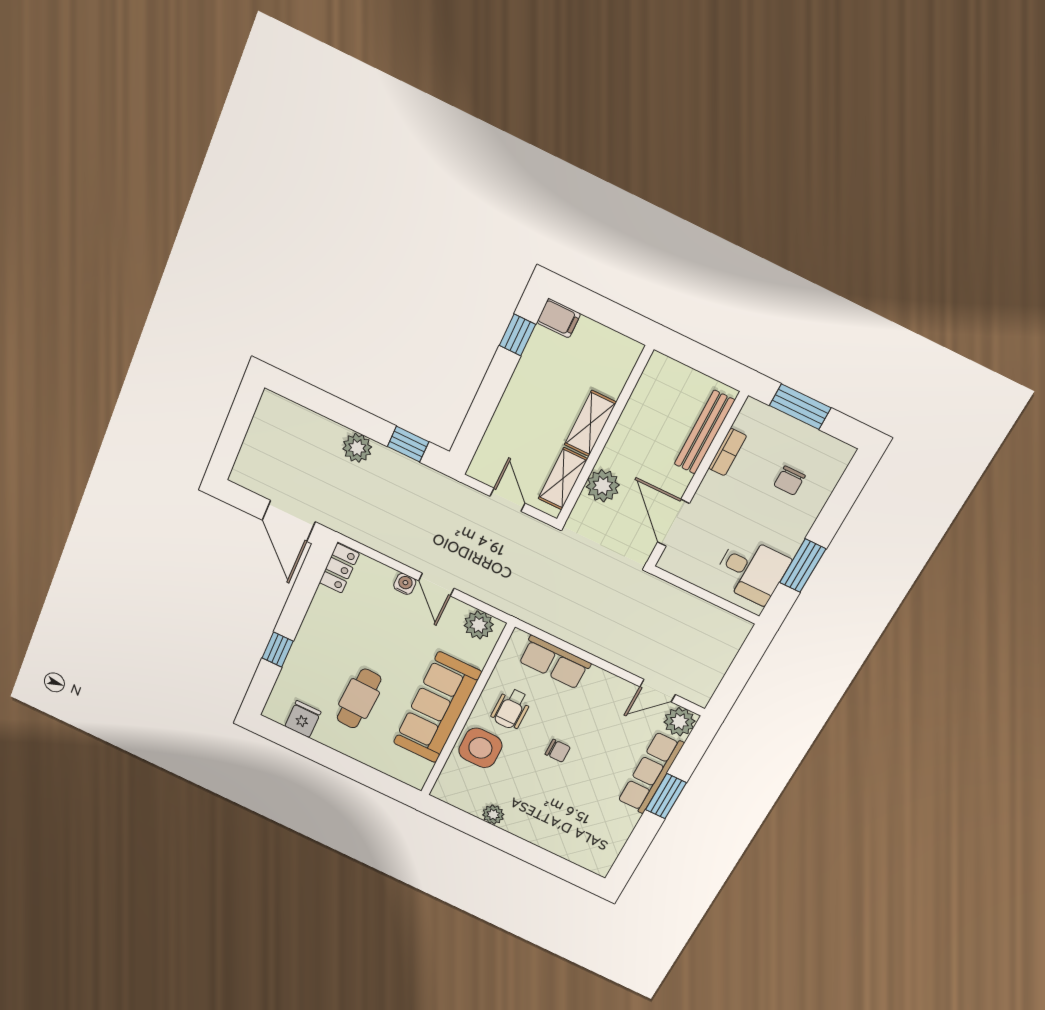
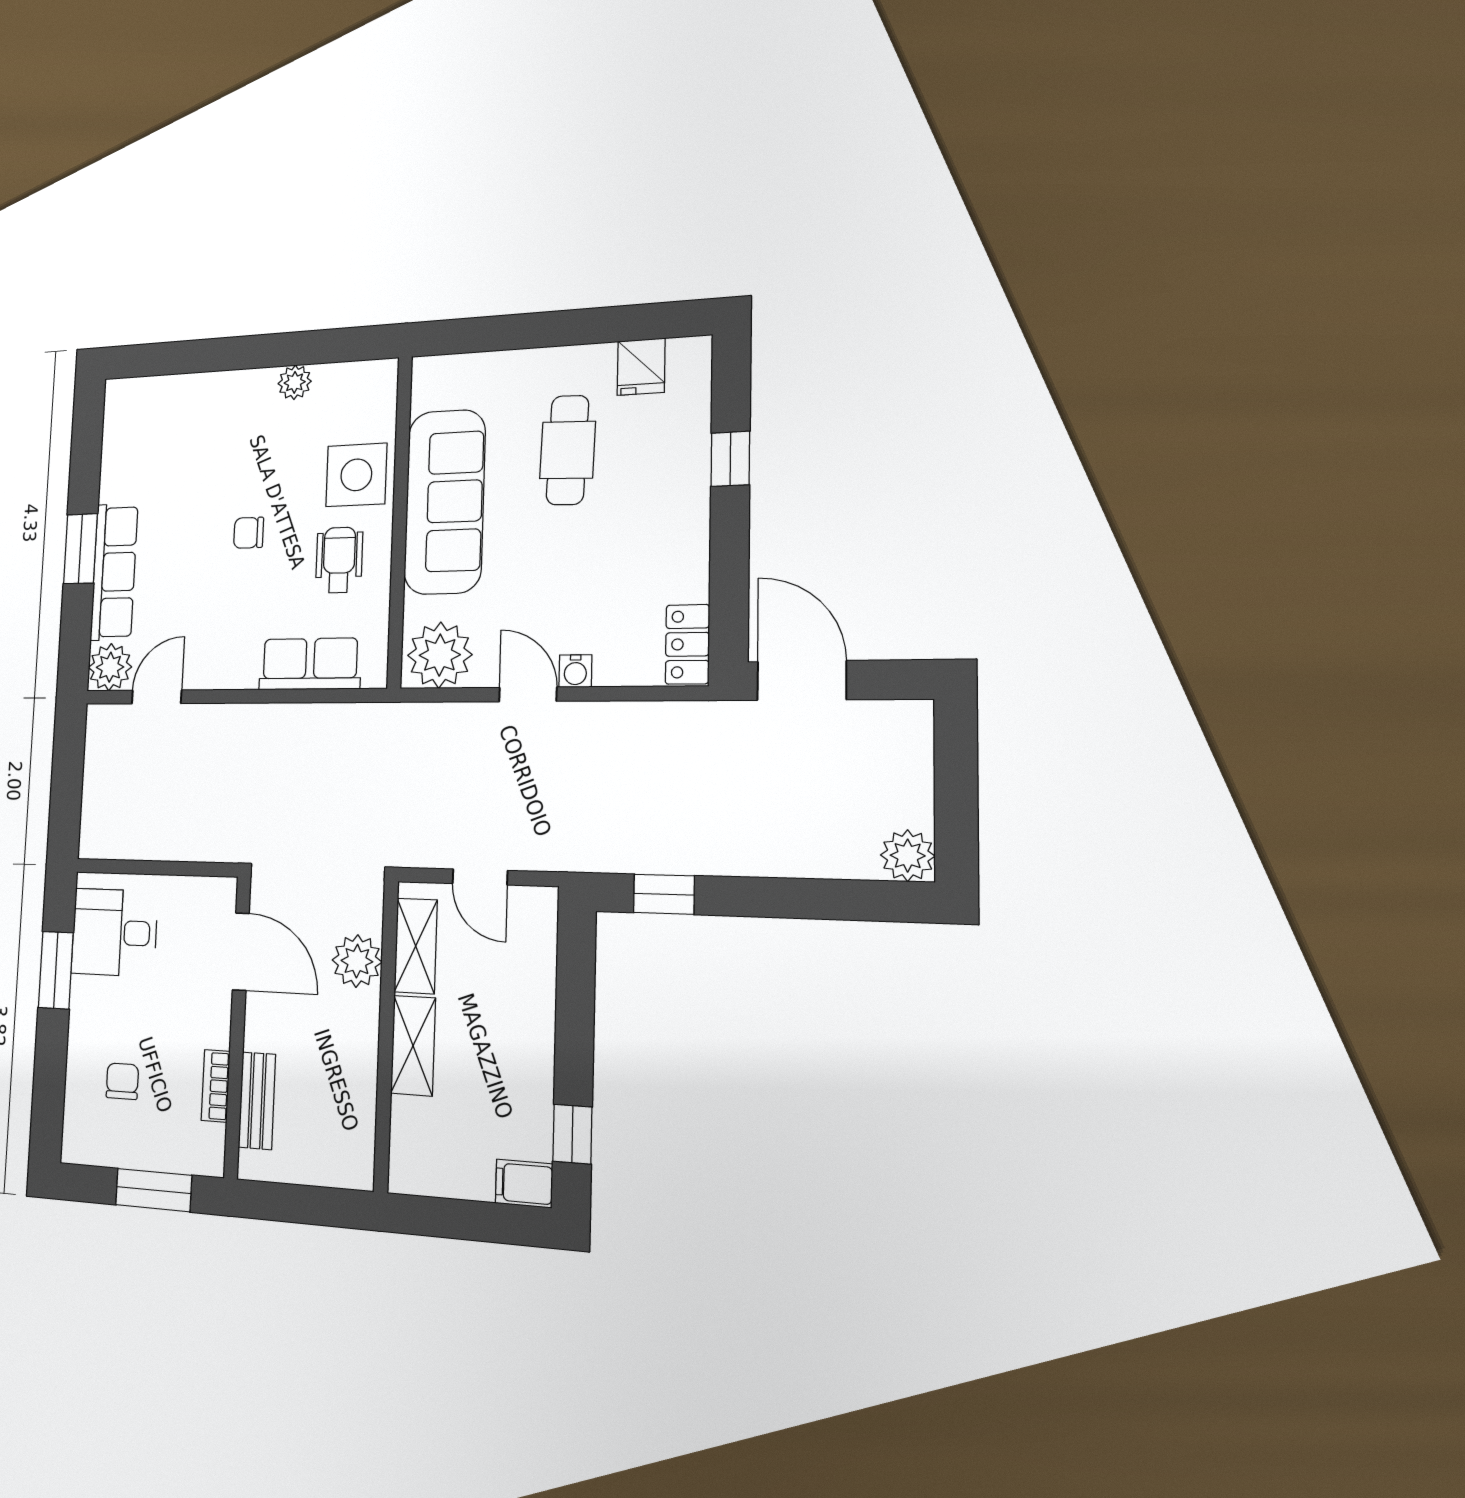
bench: (704, 432) -> (257, 1101), width x0.73
plant: (357, 448) -> (908, 856), moved
plant: (479, 625) -> (440, 655), width x1.36, depth x1.36

